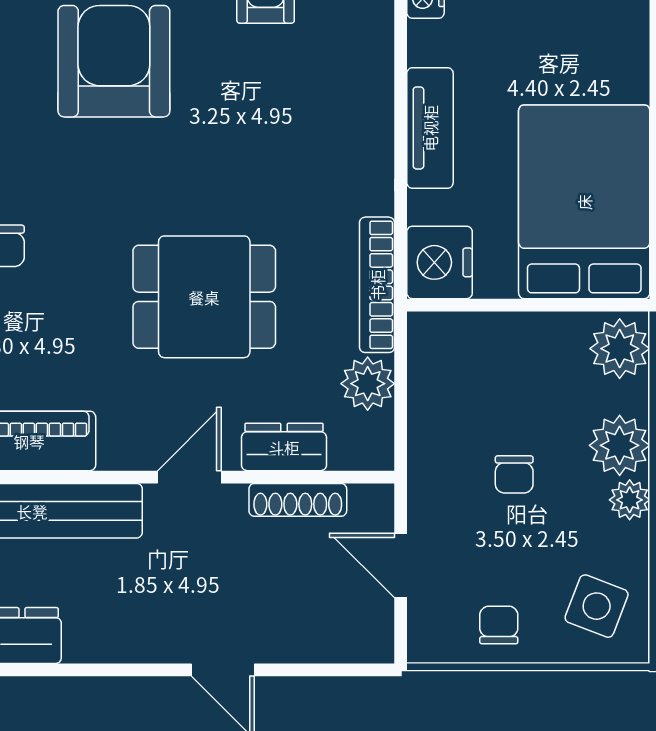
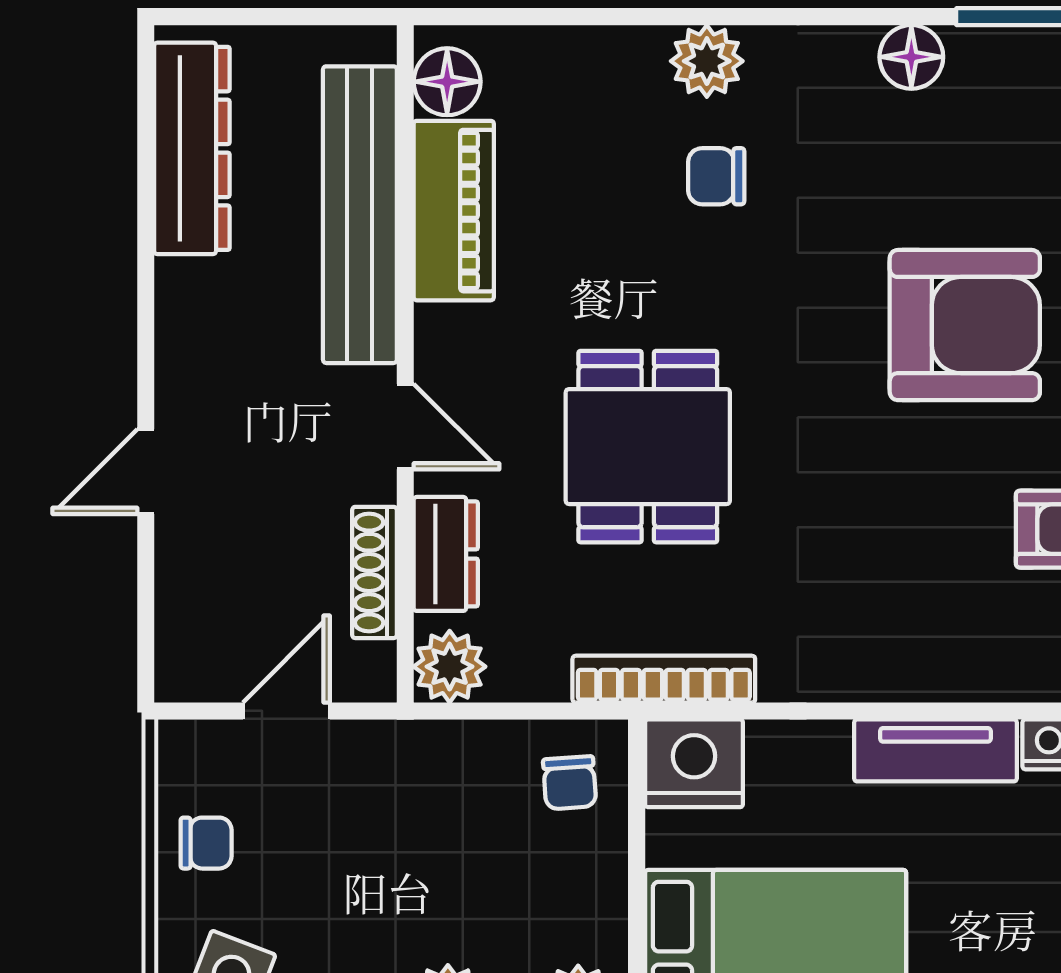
tv unit: (430, 128) -> (935, 750), moved
plant: (368, 384) -> (450, 667), moved
chair: (514, 474) -> (570, 783), moved, turned -94

